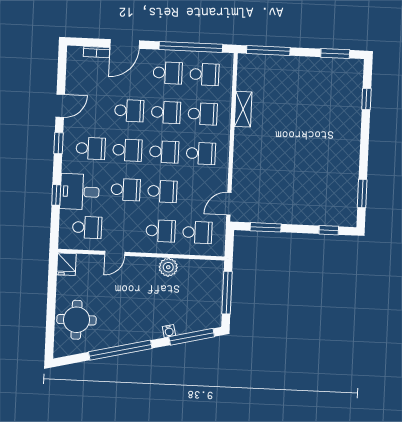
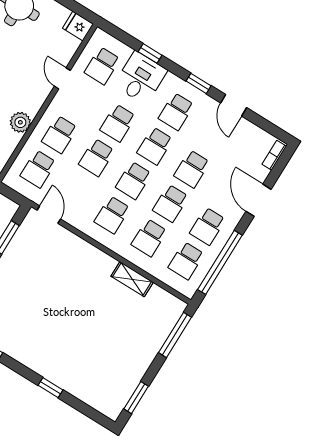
bookcase: (96, 52) -> (274, 155), moved
window: (366, 99) -> (51, 388), moved

